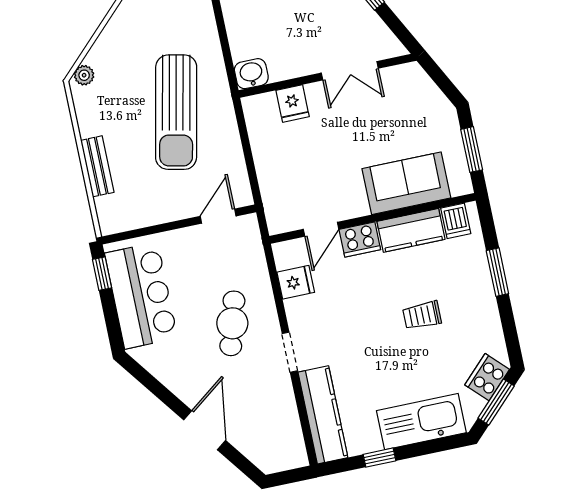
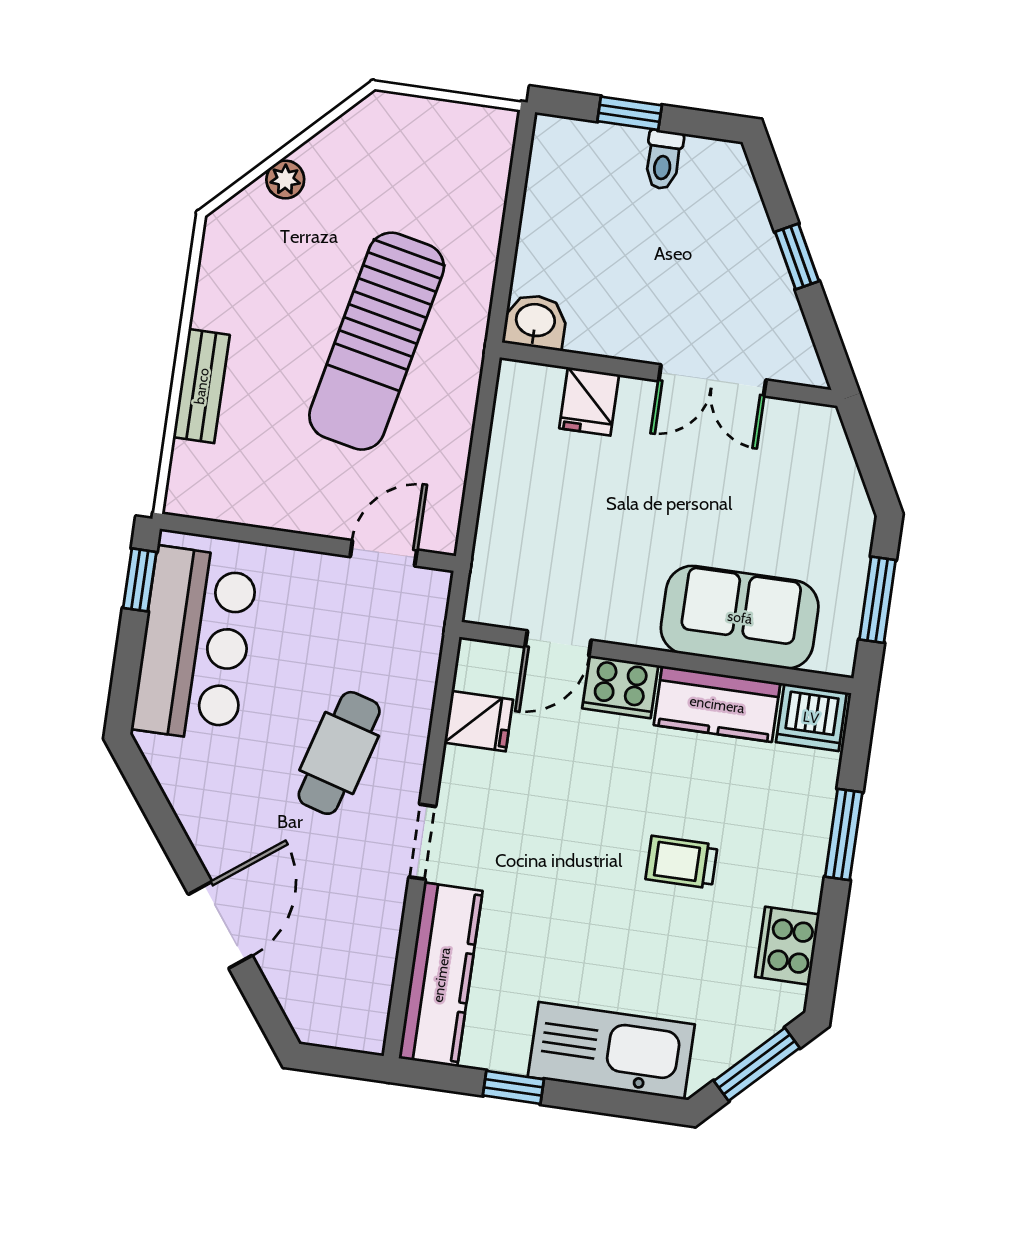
plant: (84, 75) -> (285, 179), moved
dishwasher: (456, 221) -> (811, 717), width x1.38
cooker: (487, 377) -> (787, 946), moved, turned -45

